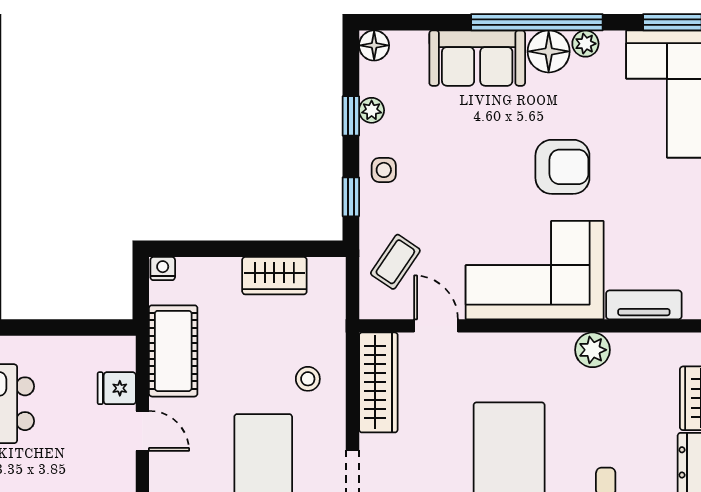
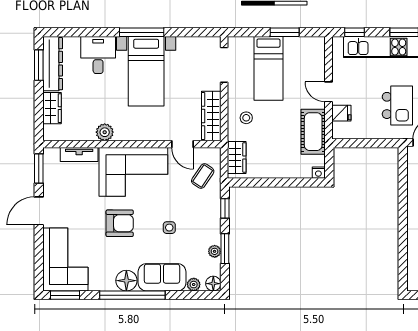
plant: (585, 44) -> (194, 285), moved
window: (351, 116) -> (225, 249), width x1.50
armchair: (562, 167) -> (120, 223), turned 180
side table: (384, 170) -> (169, 228), moved
wardrobe: (274, 276) -> (237, 157), moved, turned 90

